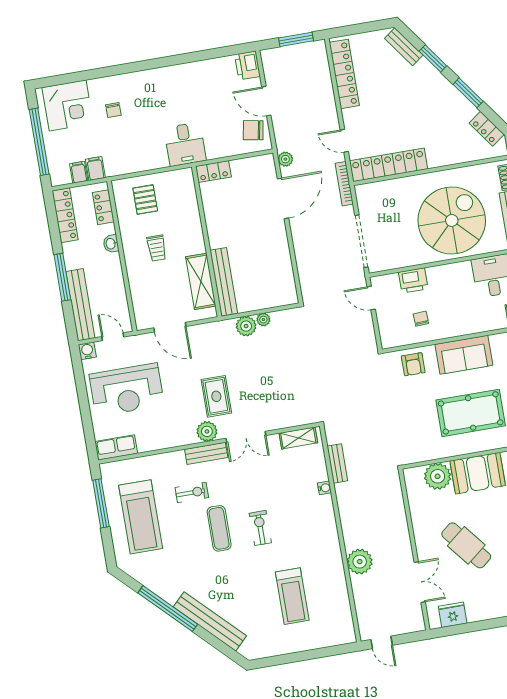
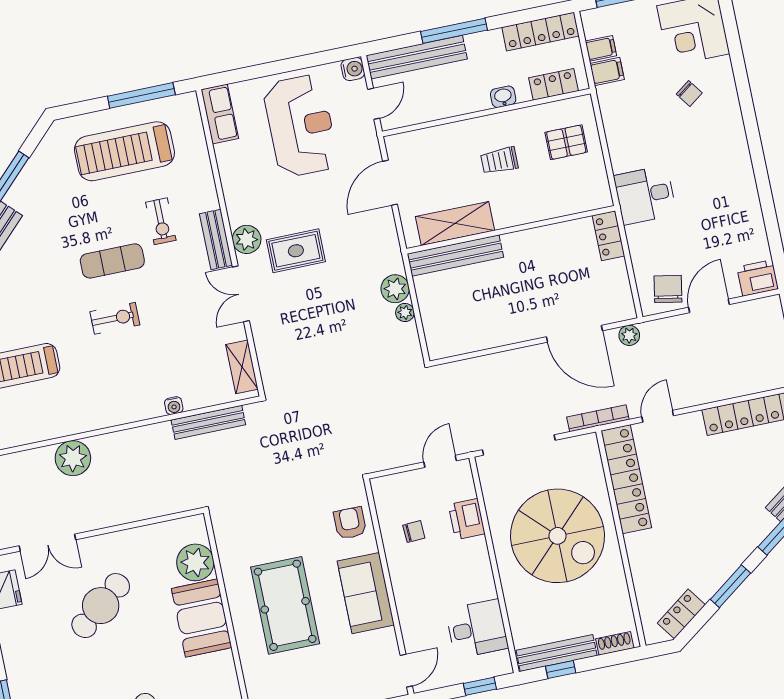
chair: (113, 110) -> (689, 94), turned -126
spiral stairs: (452, 220) -> (558, 536), moved
armchair: (413, 364) -> (350, 523), turned 90
reception desk: (127, 390) -> (301, 126), turned 180
bench: (337, 463) -> (208, 422), width x1.36

